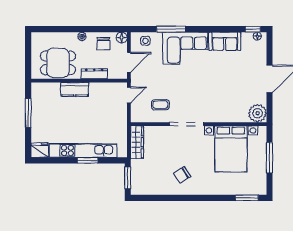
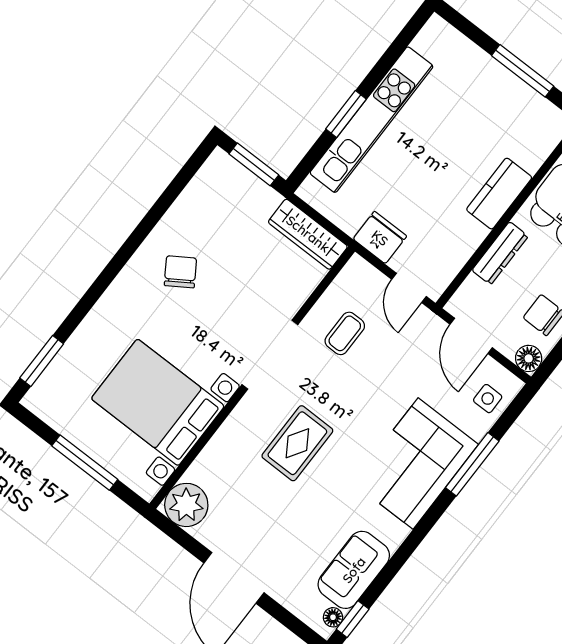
sofa: (225, 41) -> (354, 570), moved
rug: (209, 92) -> (297, 443), added
fridge: (40, 150) -> (380, 238), moved, turned -90

